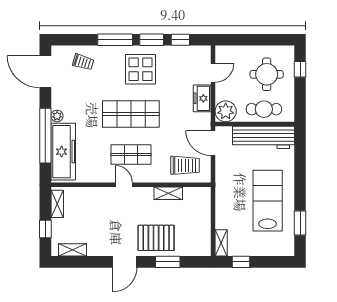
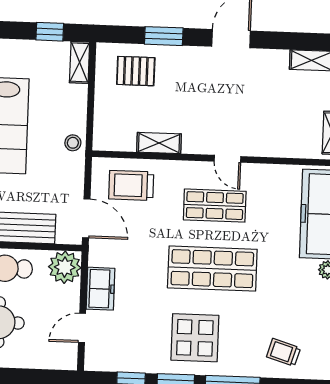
stool: (223, 191) -> (73, 143), added
pallet: (156, 238) -> (136, 71), moved, width x0.67, depth x0.71

